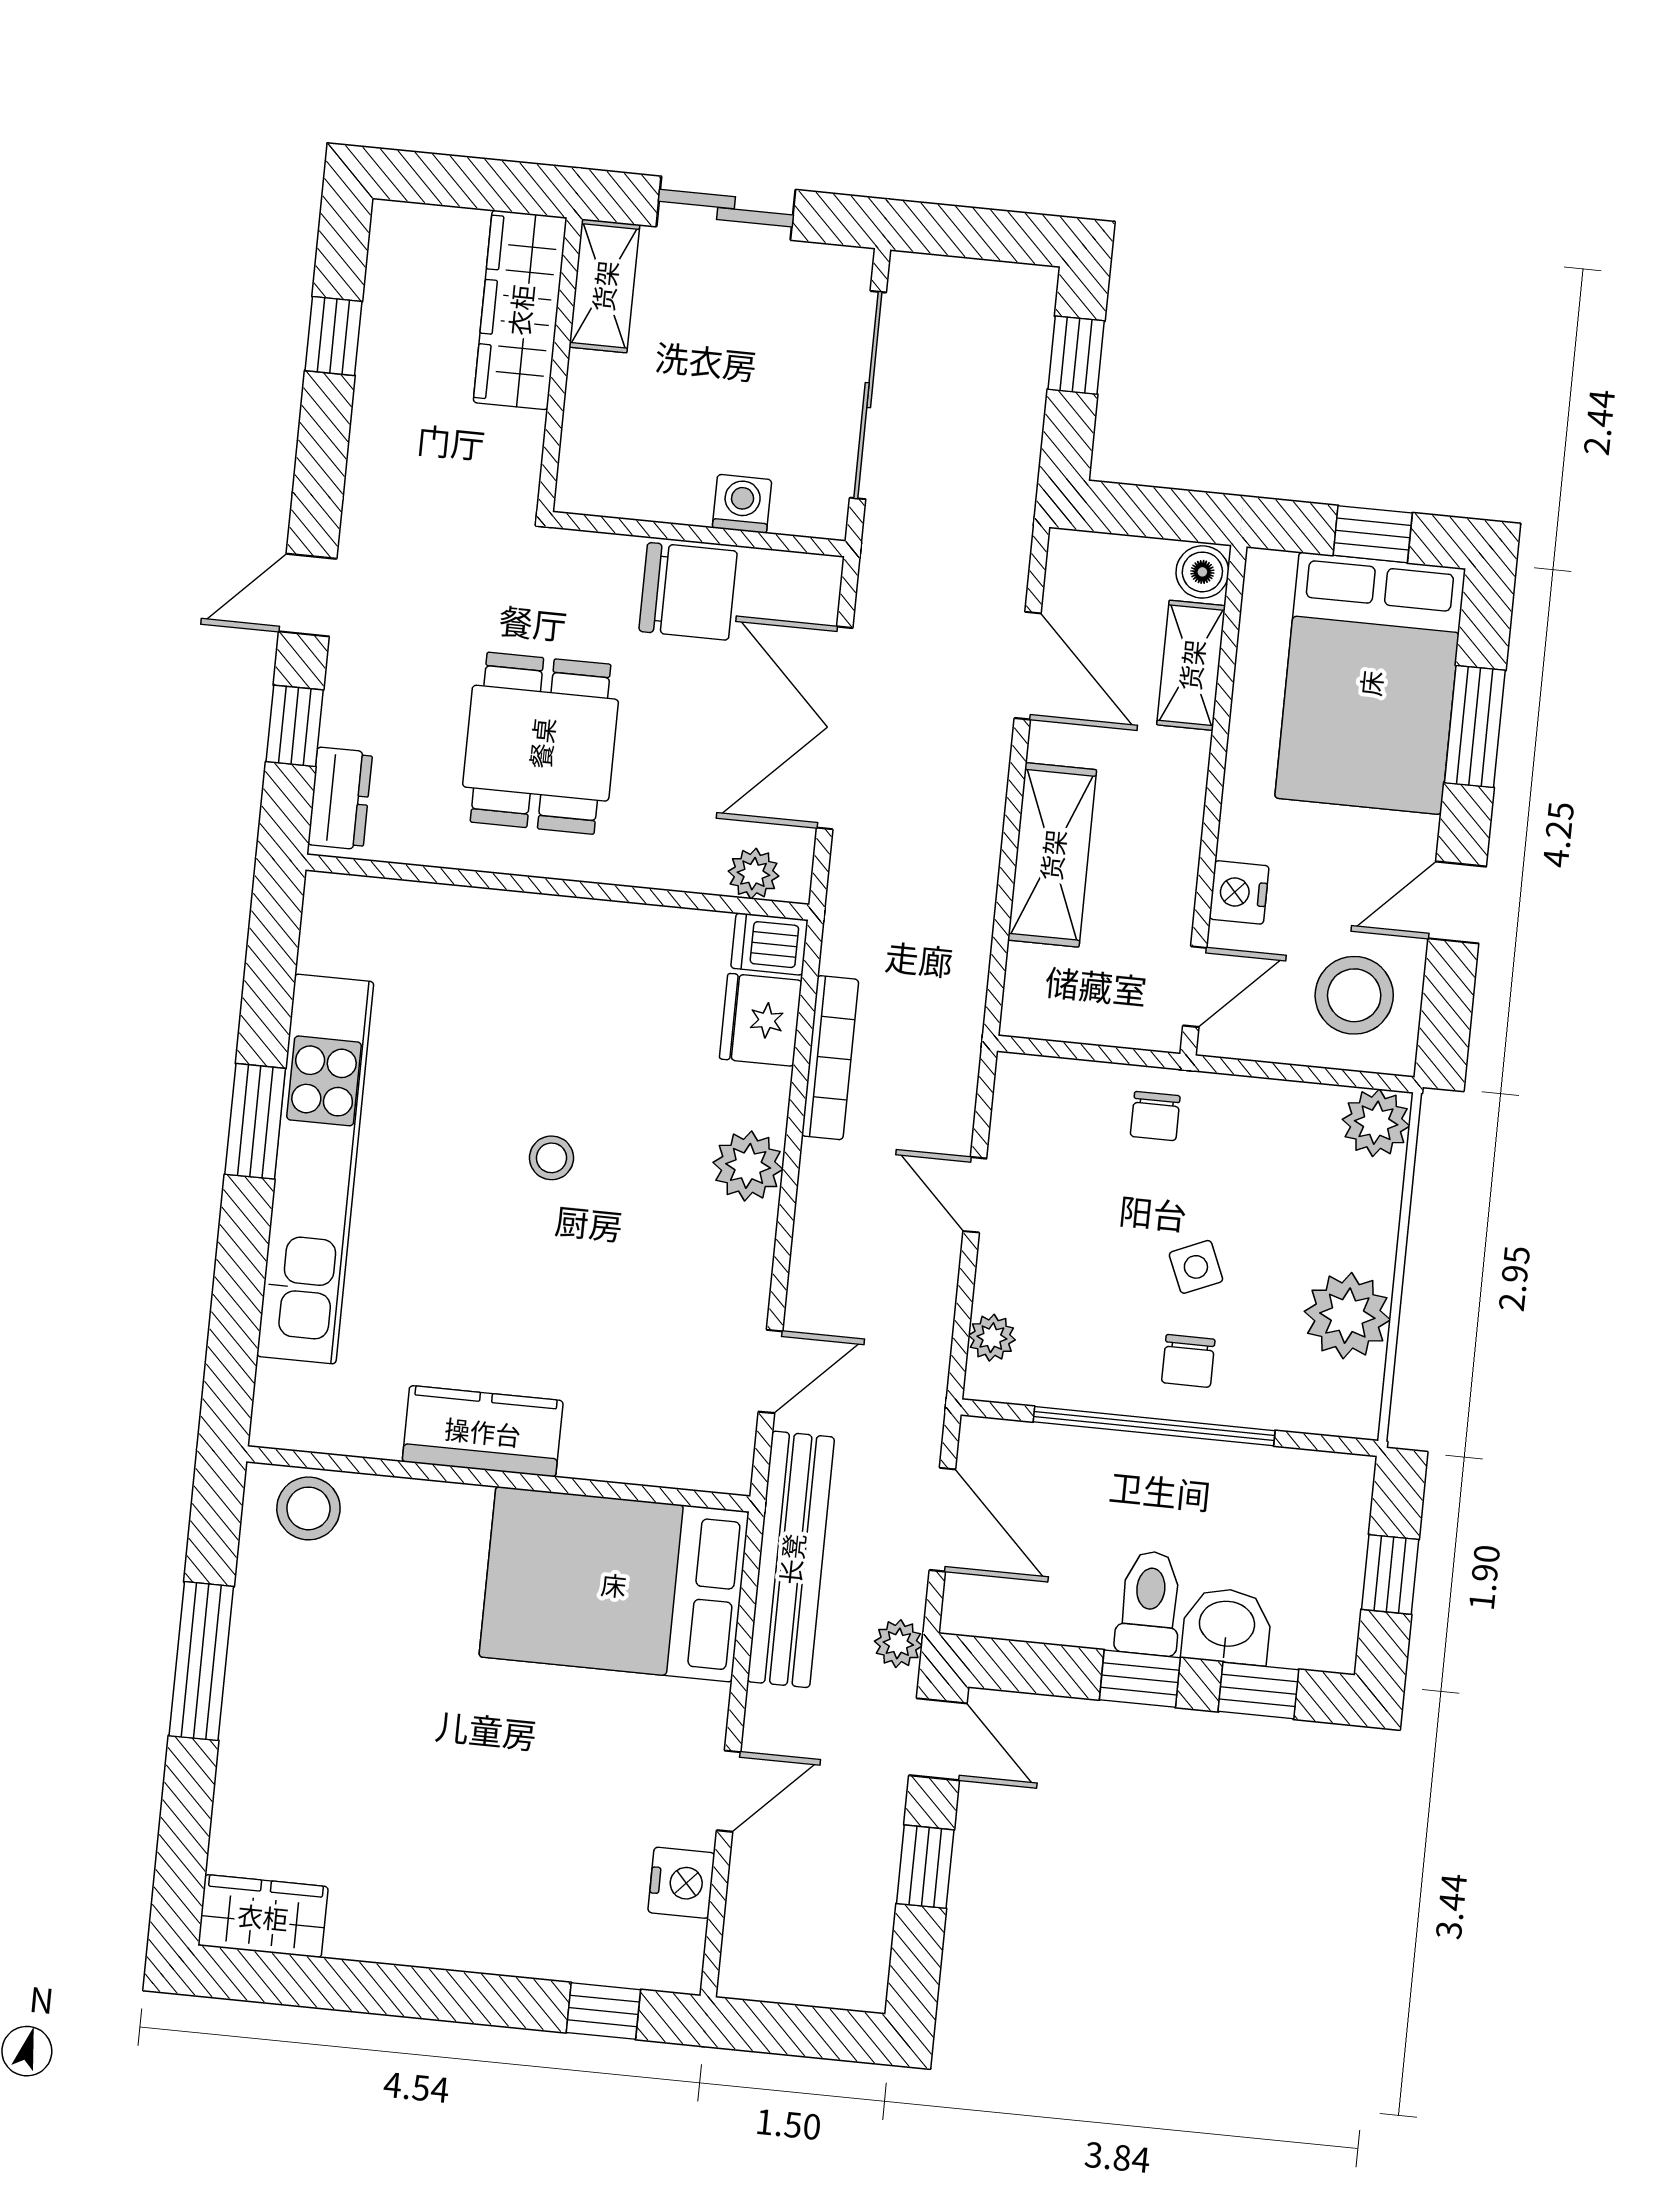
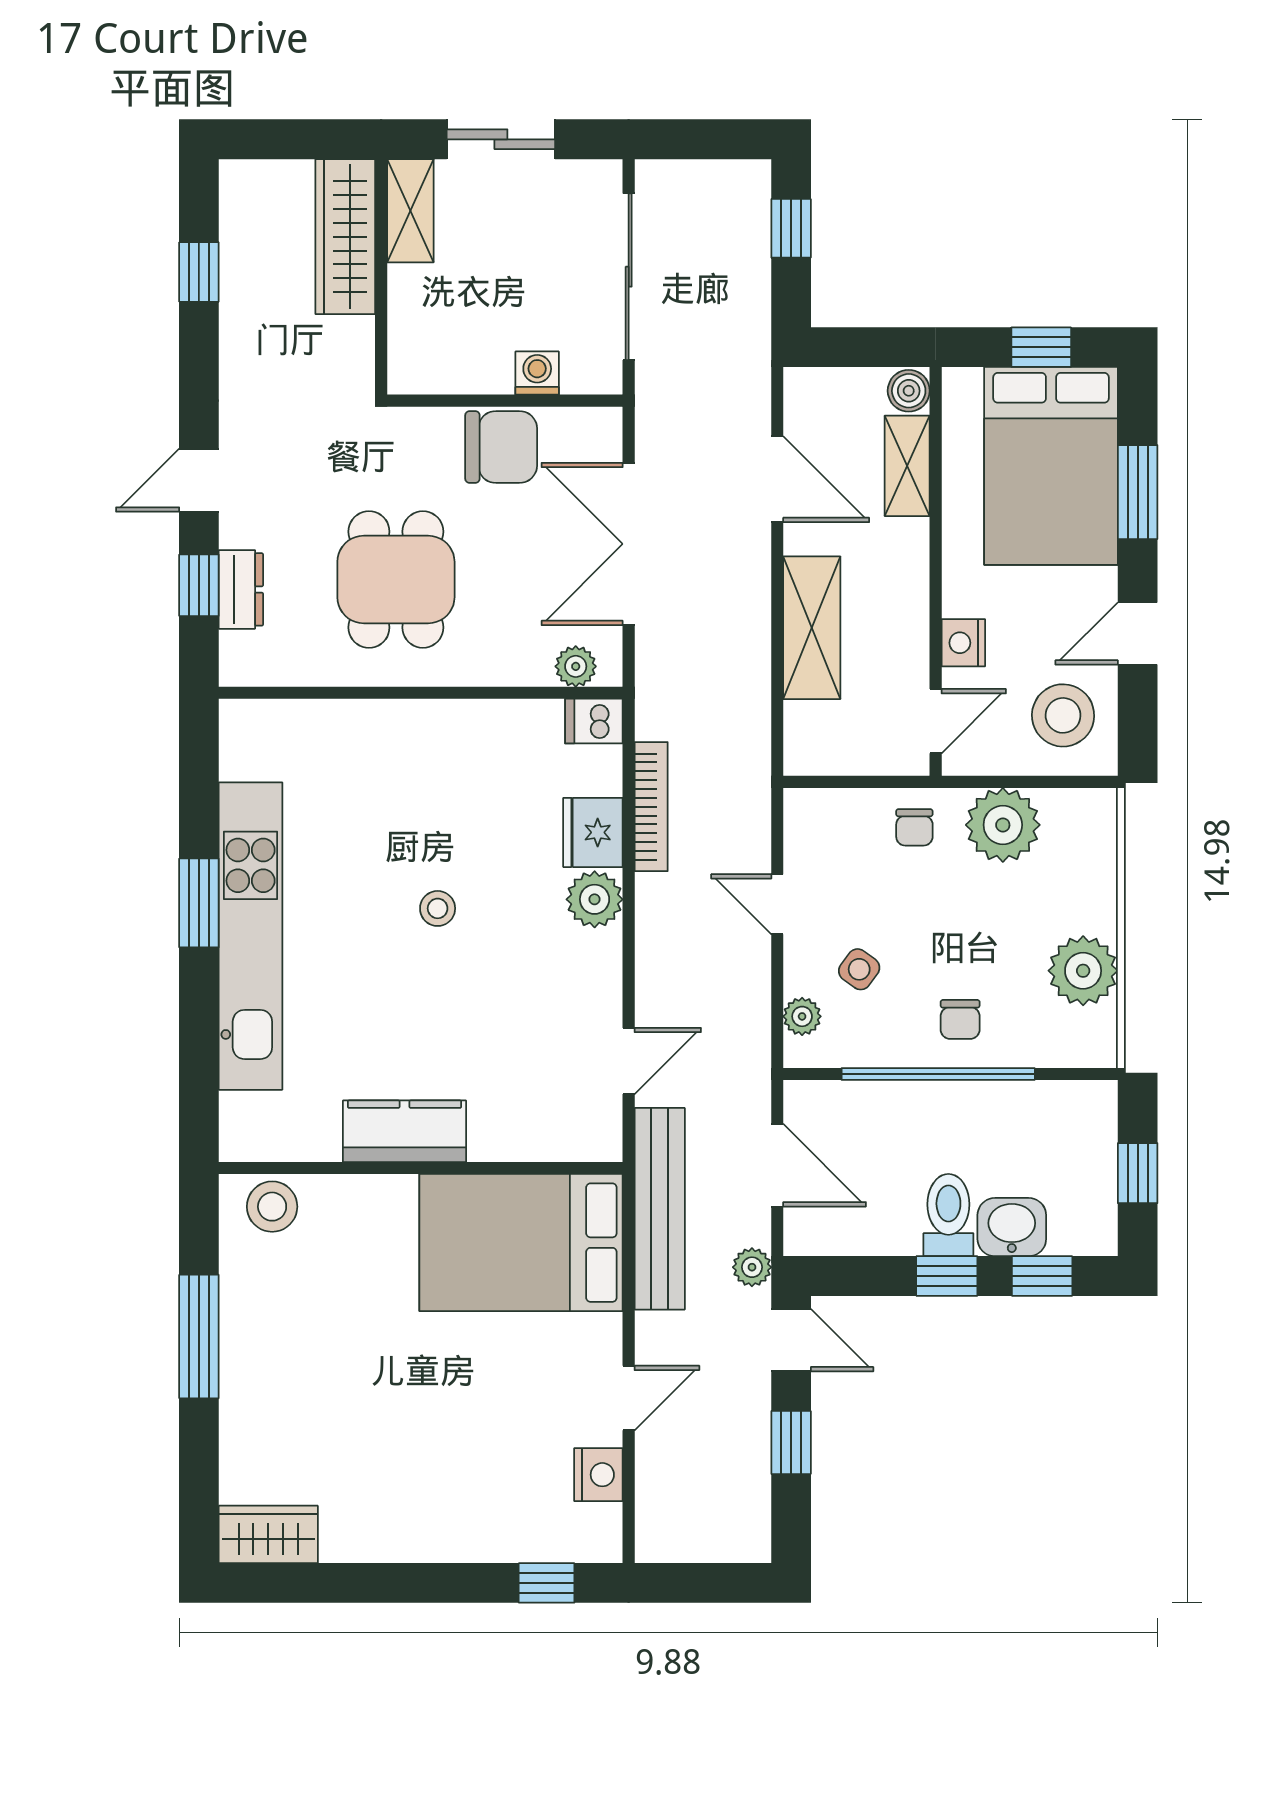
dresser: (340, 798) -> (241, 589), moved
fridge: (761, 1020) -> (593, 832), moved
plant: (1376, 1123) -> (1003, 825), moved, width x1.36, depth x1.36
side table: (1196, 1267) -> (859, 969), moved, turned -31

